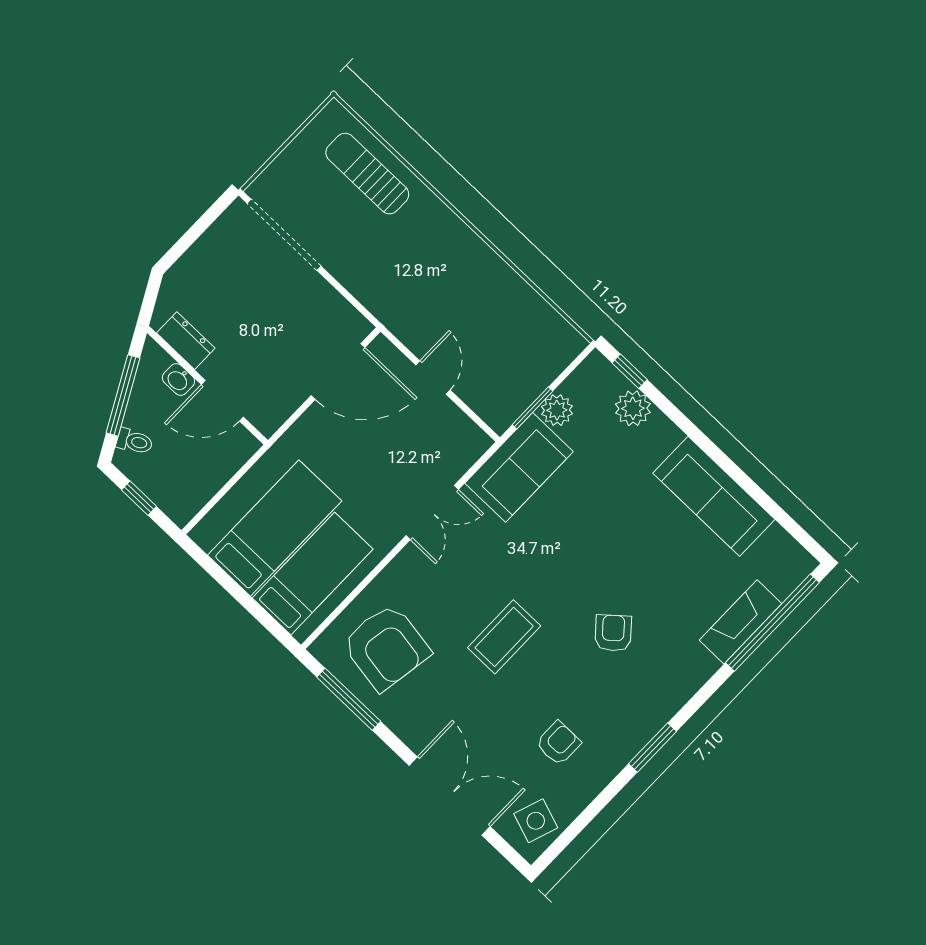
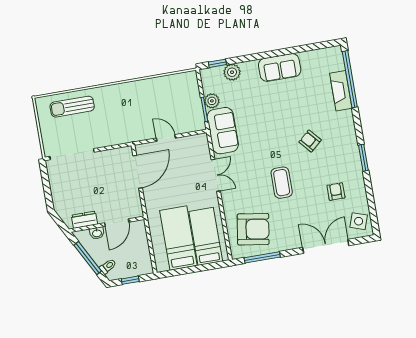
sofa: (714, 496) -> (280, 67), width x0.73

